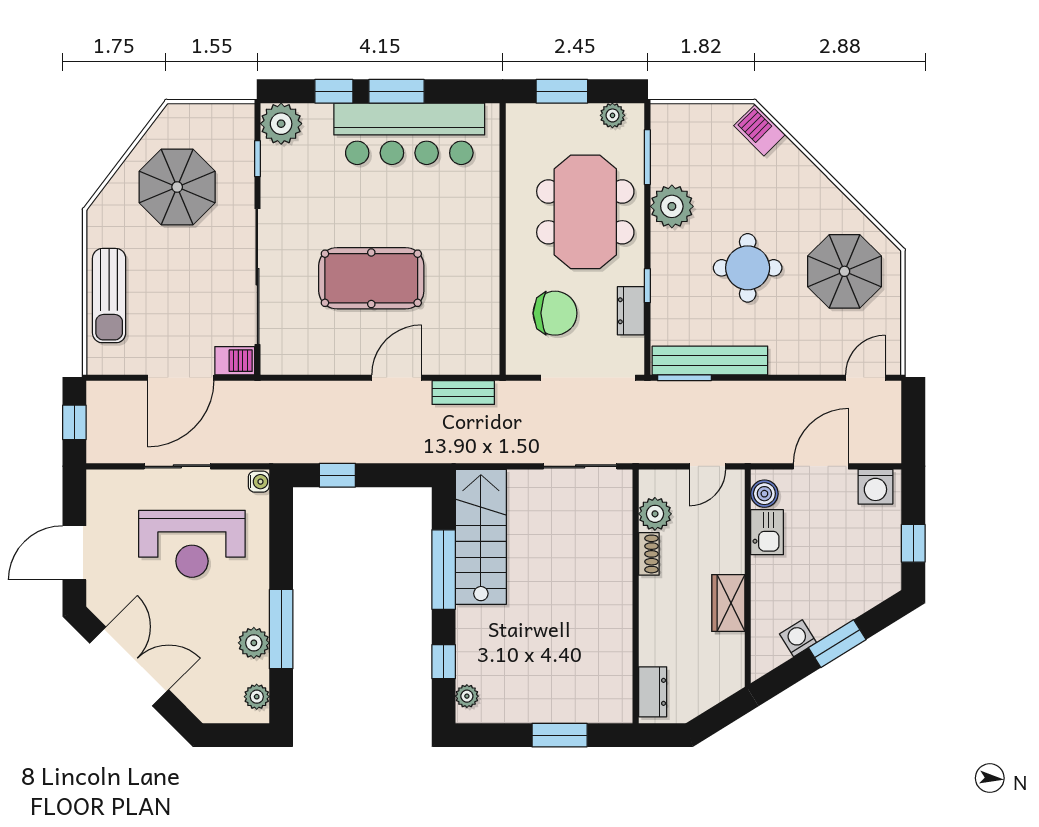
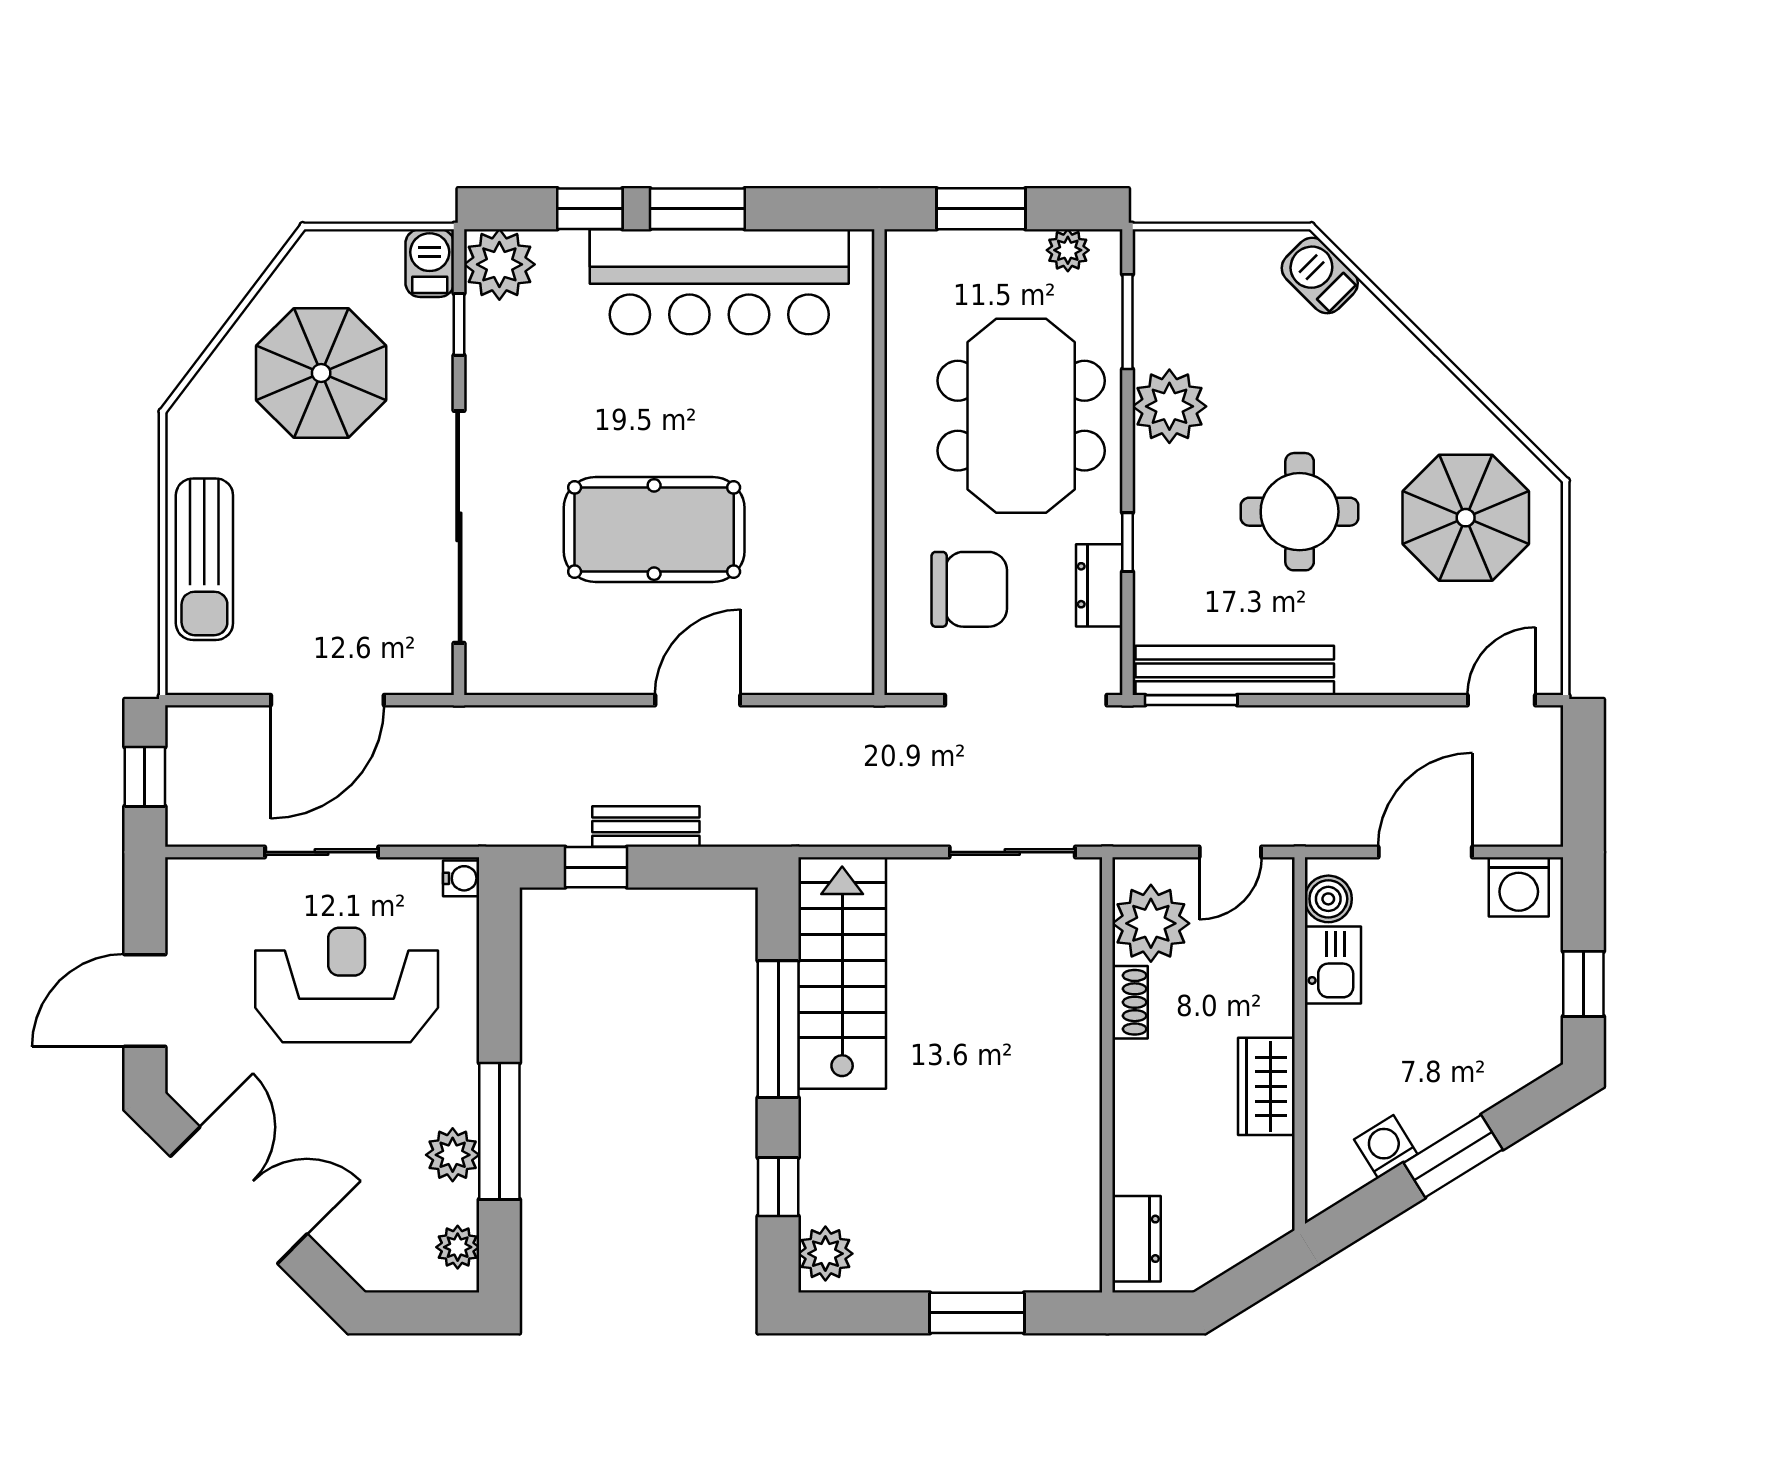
barbecue: (235, 361) -> (430, 263), moved, turned -90
bench: (463, 393) -> (646, 827), moved
plant: (655, 514) -> (1151, 923), width x1.36, depth x1.36
reception desk: (192, 544) -> (347, 985), turned 180
plant: (467, 696) -> (825, 1254), width x1.38, depth x1.38

